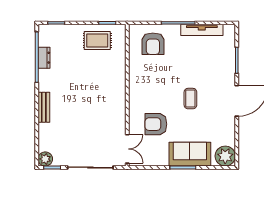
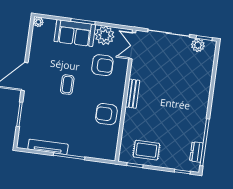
armchair: (153, 44) -> (106, 114), moved, turned -90
dresser: (44, 58) -> (196, 152), moved
bench: (44, 107) -> (132, 94), moved
plant: (158, 156) -> (105, 35), added
plant: (225, 156) -> (38, 22), width x0.53, depth x0.53
plant: (45, 159) -> (198, 45), moved

